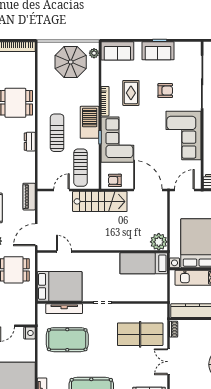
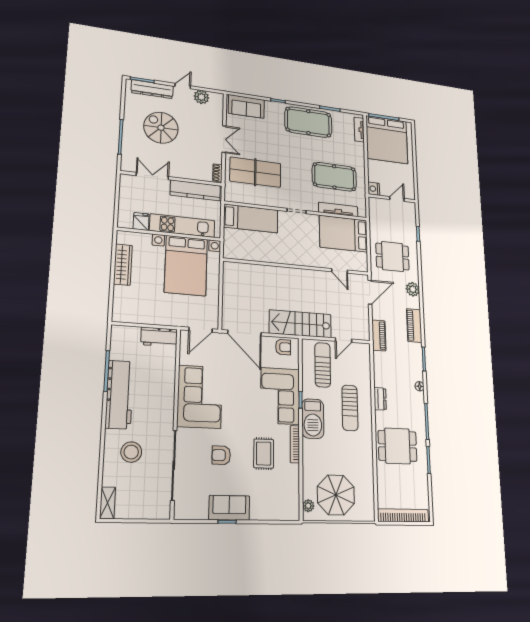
sofa: (117, 51) -> (280, 508), removed
plant: (159, 242) -> (233, 272), removed
bed: (144, 263) -> (251, 219), moved

